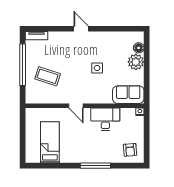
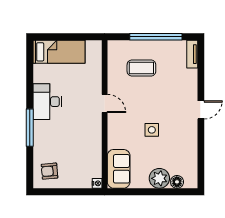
coffee table: (48, 76) -> (141, 68), turned 72
door: (76, 106) -> (105, 103), swing flipped
desk: (105, 119) -> (47, 102), moved, turned 180
bed: (50, 142) -> (59, 52), moved

